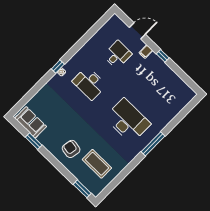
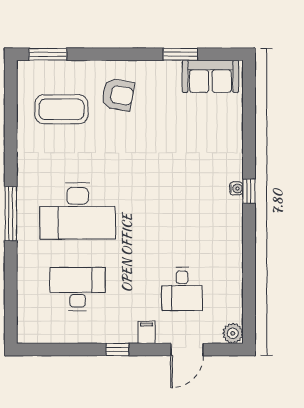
plant: (115, 20) -> (233, 333), added
desk: (89, 83) -> (78, 289), moved

